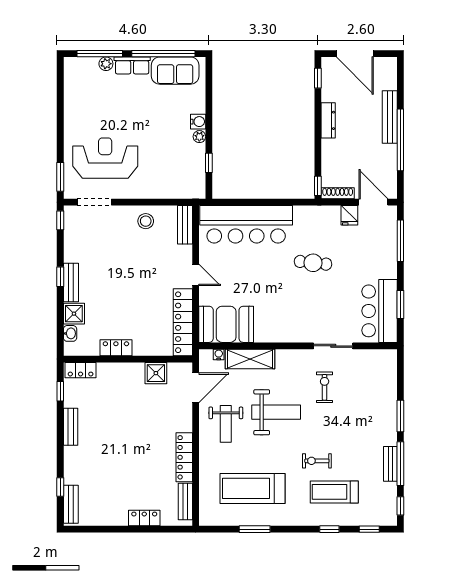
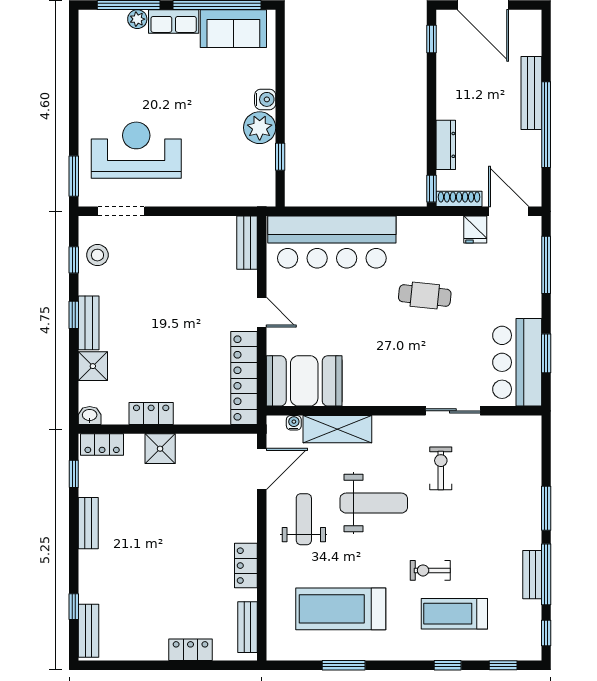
dresser: (328, 120) -> (446, 145), moved
plant: (199, 137) -> (260, 128), width x1.88, depth x1.88
window: (60, 220) -> (74, 260), moved
stool: (146, 221) -> (97, 255), moved
washbasin: (70, 333) -> (90, 416), moved, turned -90
shower: (156, 373) -> (160, 449), moved
weight bench: (226, 424) -> (304, 519), turned 180
locker: (184, 457) -> (246, 566), width x0.66

